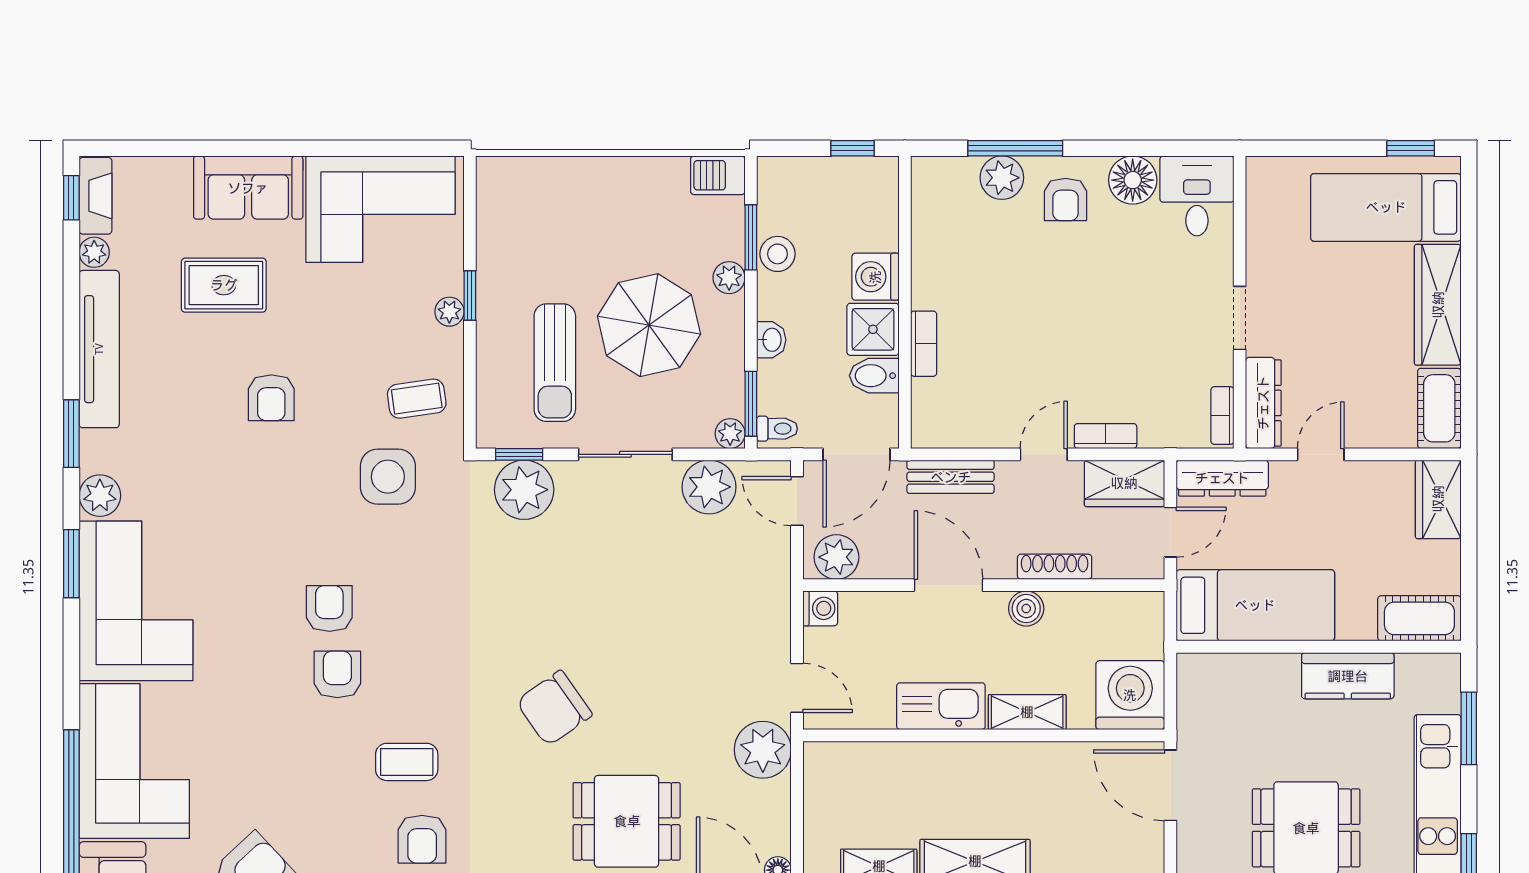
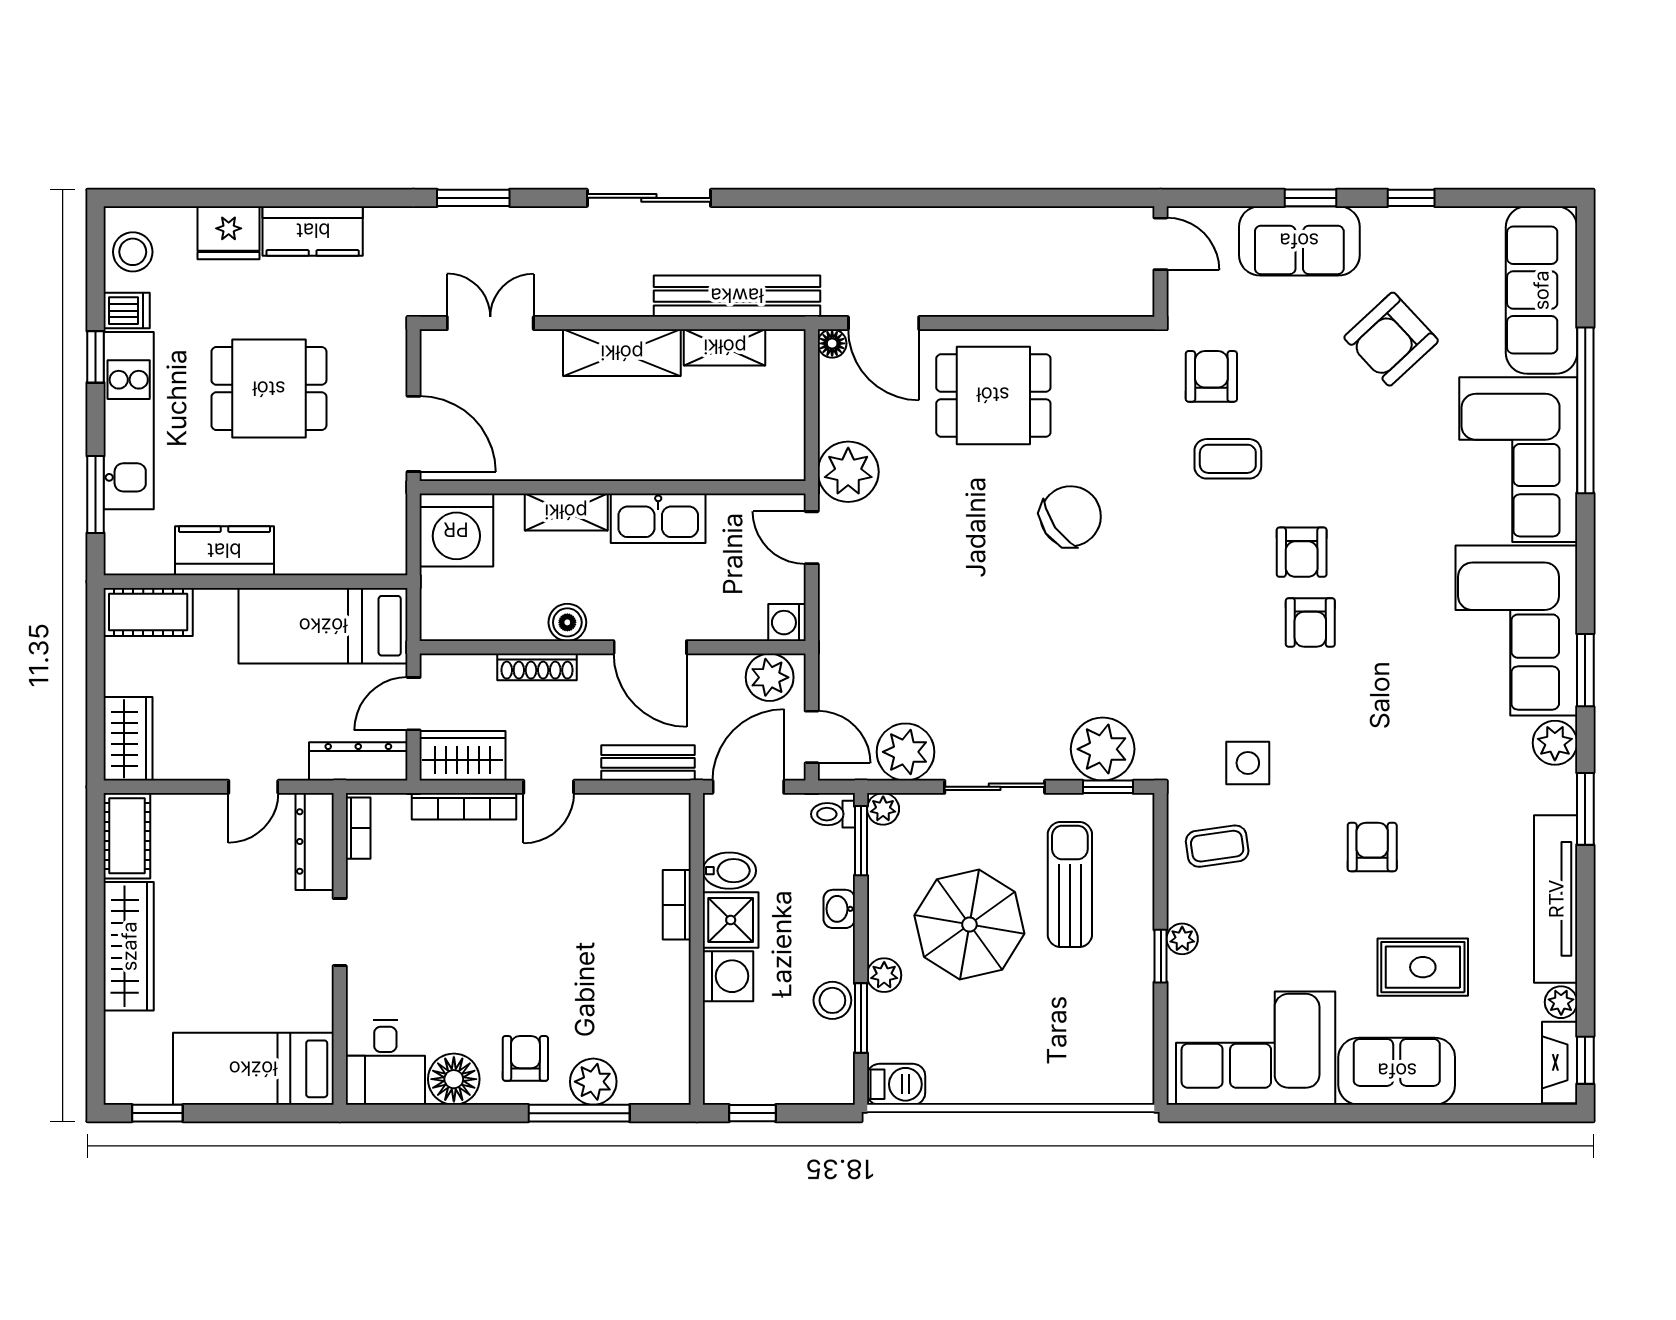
bed: (1386, 207) -> (253, 1069), moved, turned 180
bookcase: (1106, 436) -> (464, 806), width x1.56
side table: (388, 477) -> (1248, 763), width x0.73, depth x0.73

